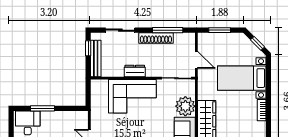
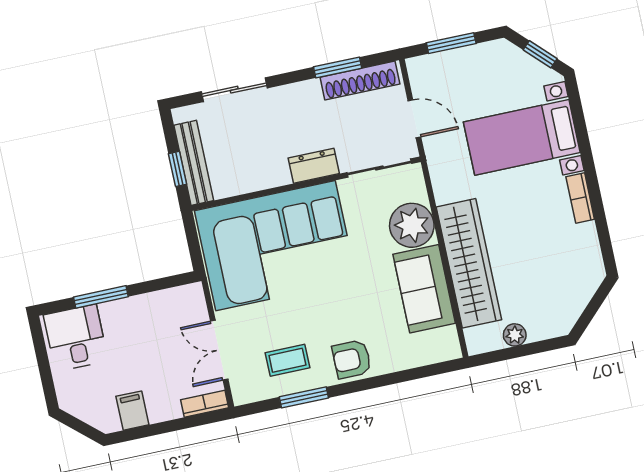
window: (168, 30) -> (338, 67), width x0.69
shoe rack: (156, 38) -> (360, 81), moved
window: (88, 48) -> (177, 169), moved
dresser: (135, 71) -> (314, 166), moved
corner sofa: (132, 96) -> (276, 246), width x1.36, depth x1.36

